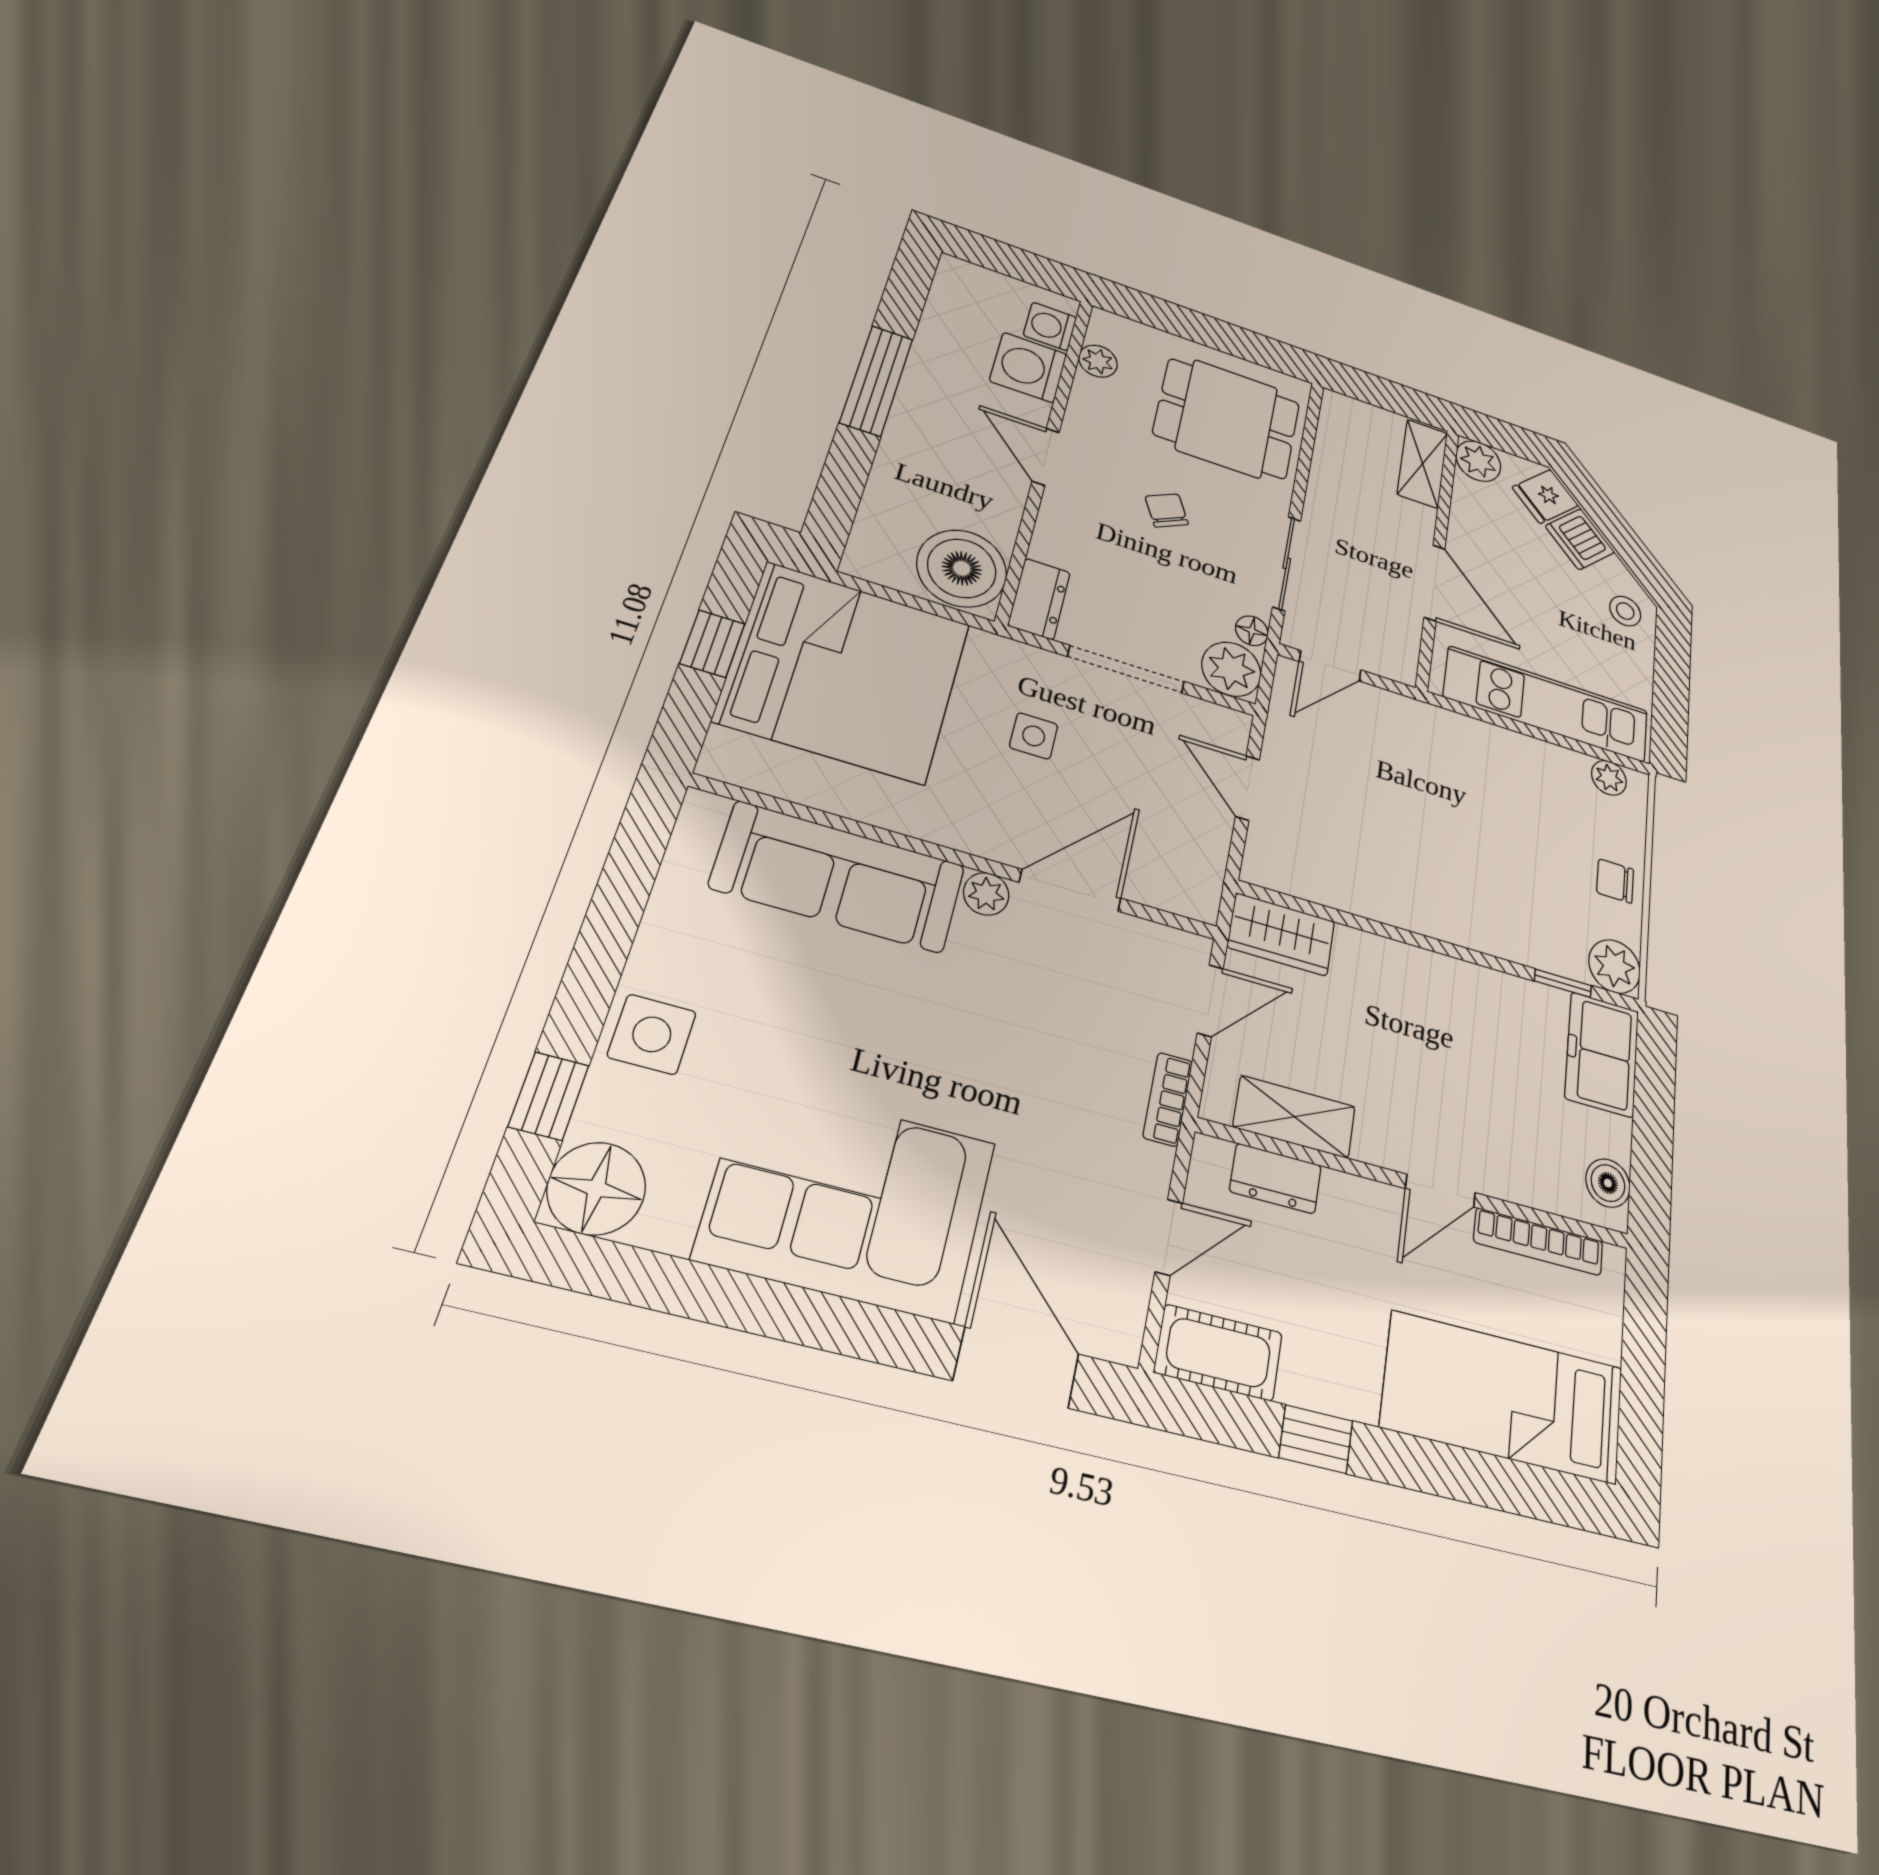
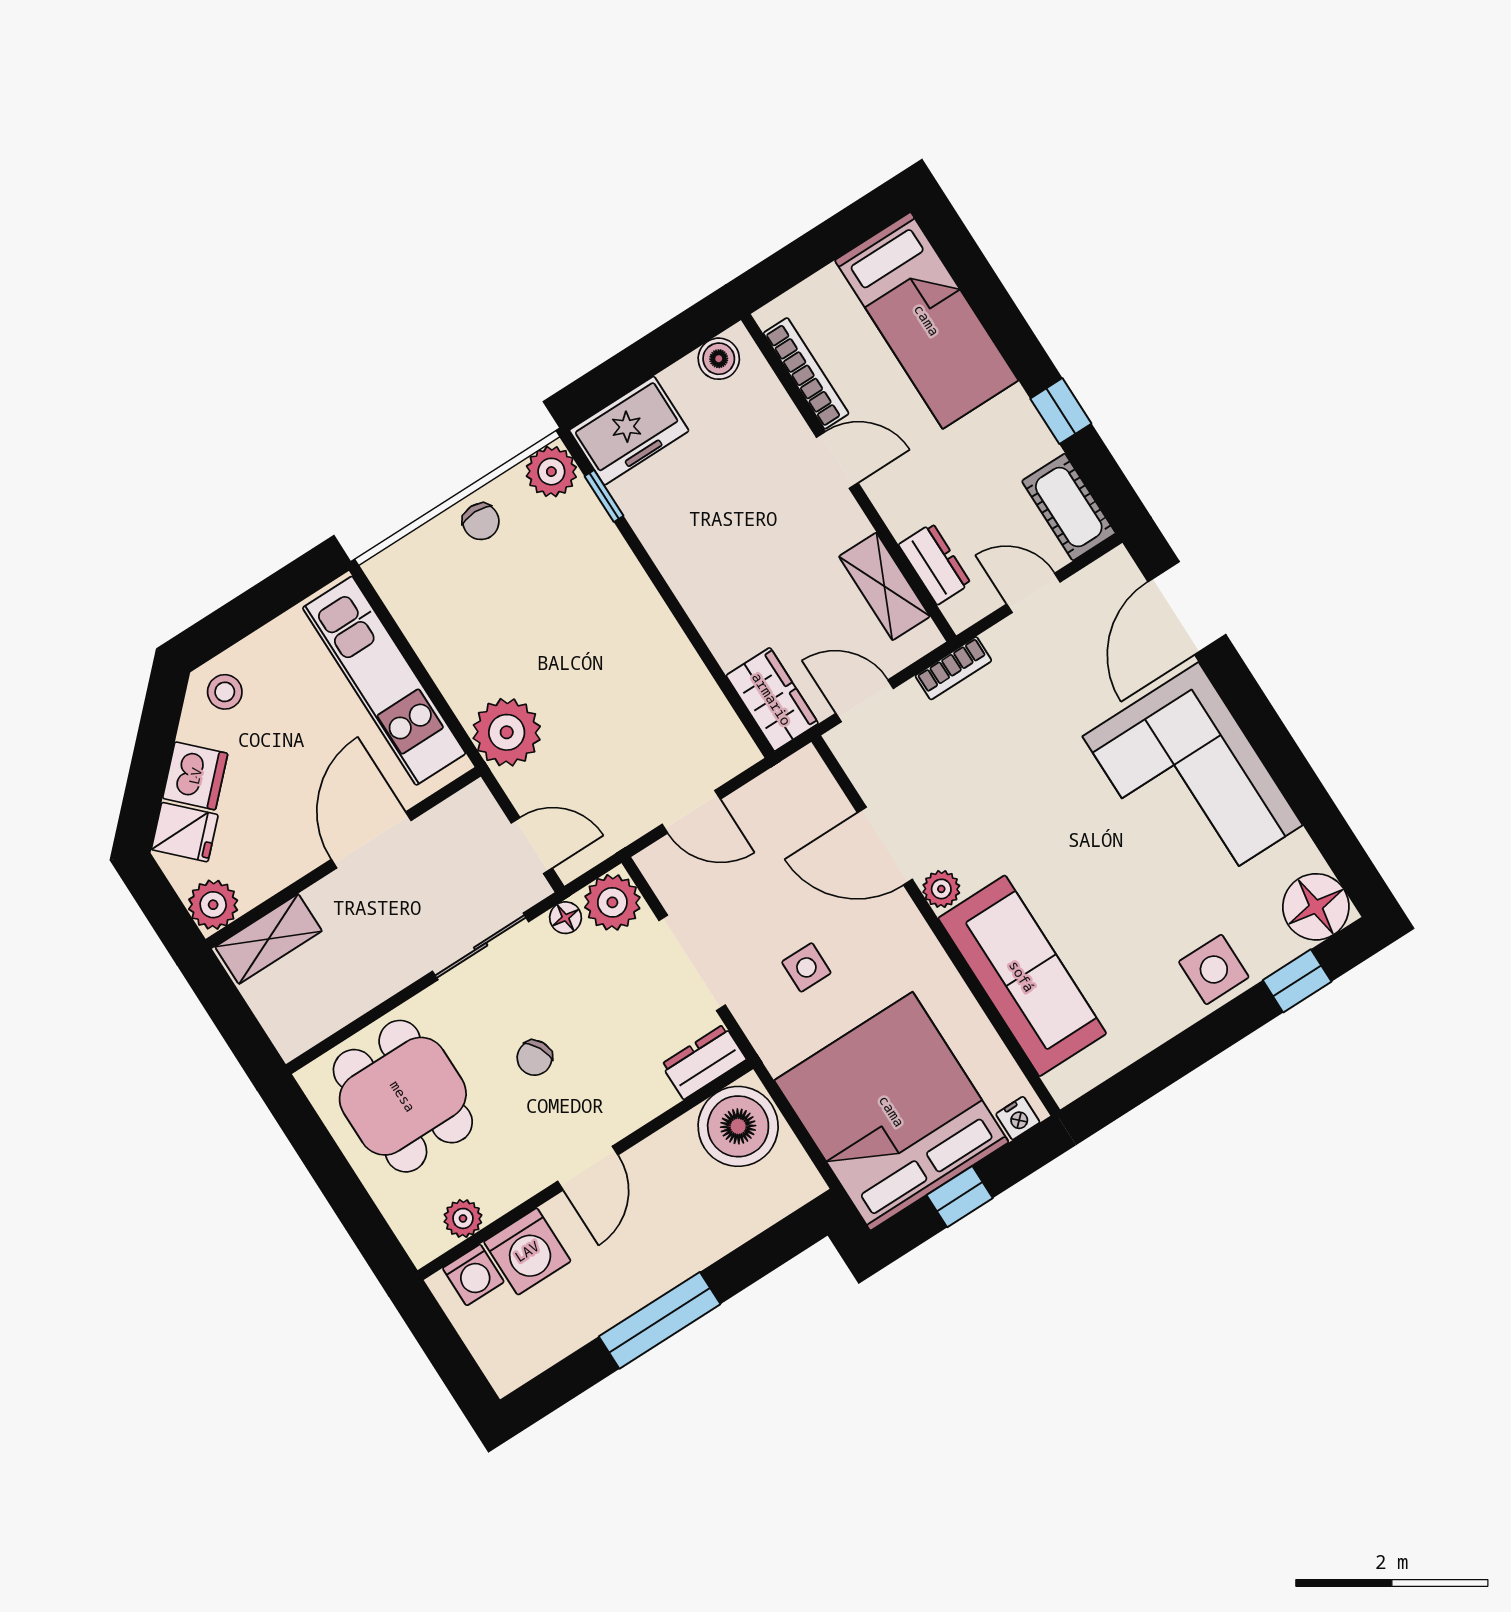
nightstand: (722, 749) -> (1018, 1118), added
plant: (1609, 778) -> (507, 732), moved, width x1.87, depth x1.87
door: (1247, 788) -> (691, 812), hinge flipped

